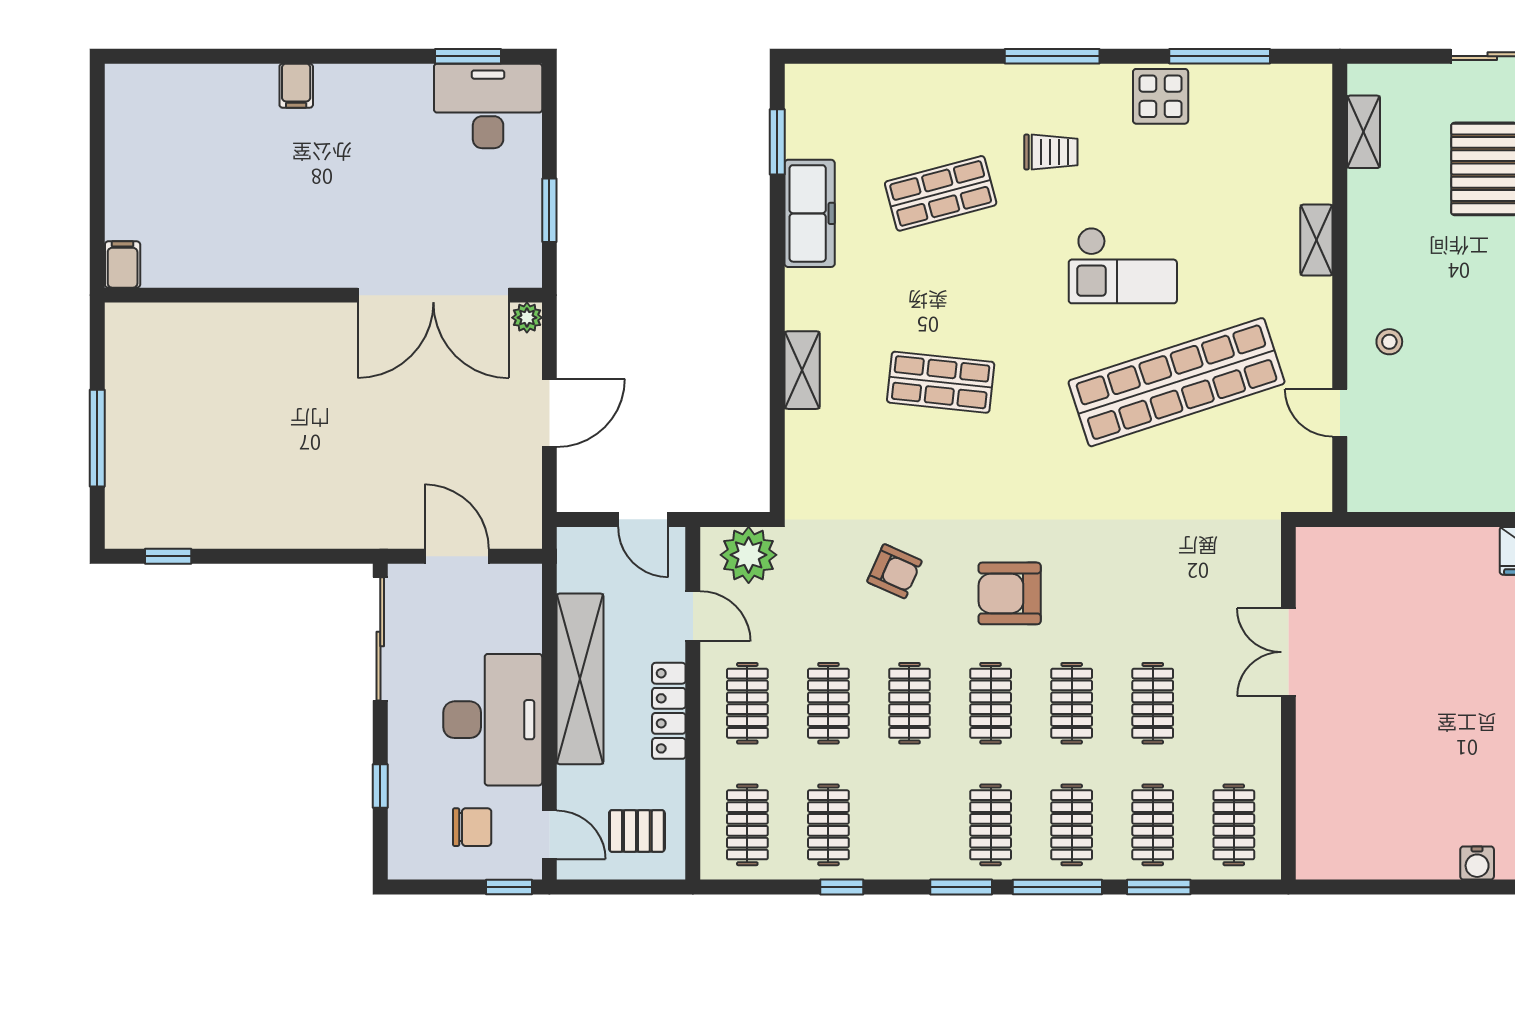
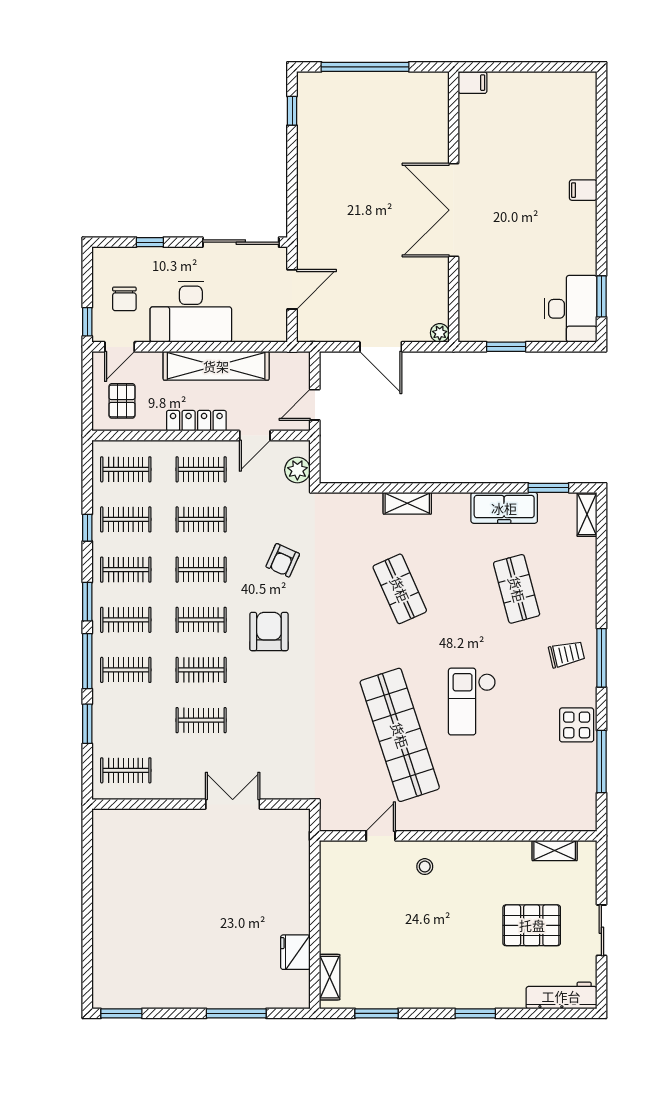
trolley: (1051, 152) -> (567, 654), moved, turned -103
shelving: (1316, 240) -> (587, 514), moved, turned 90
double door: (433, 295) -> (454, 210), moved
shop shelf: (941, 382) -> (400, 589), turned -30
window: (97, 438) -> (365, 67), width x1.46
plant: (749, 555) -> (297, 470), width x0.73, depth x0.73
clothes rail: (1153, 825) -> (126, 570), moved
water cooler: (1477, 863) -> (102, 921), removed

